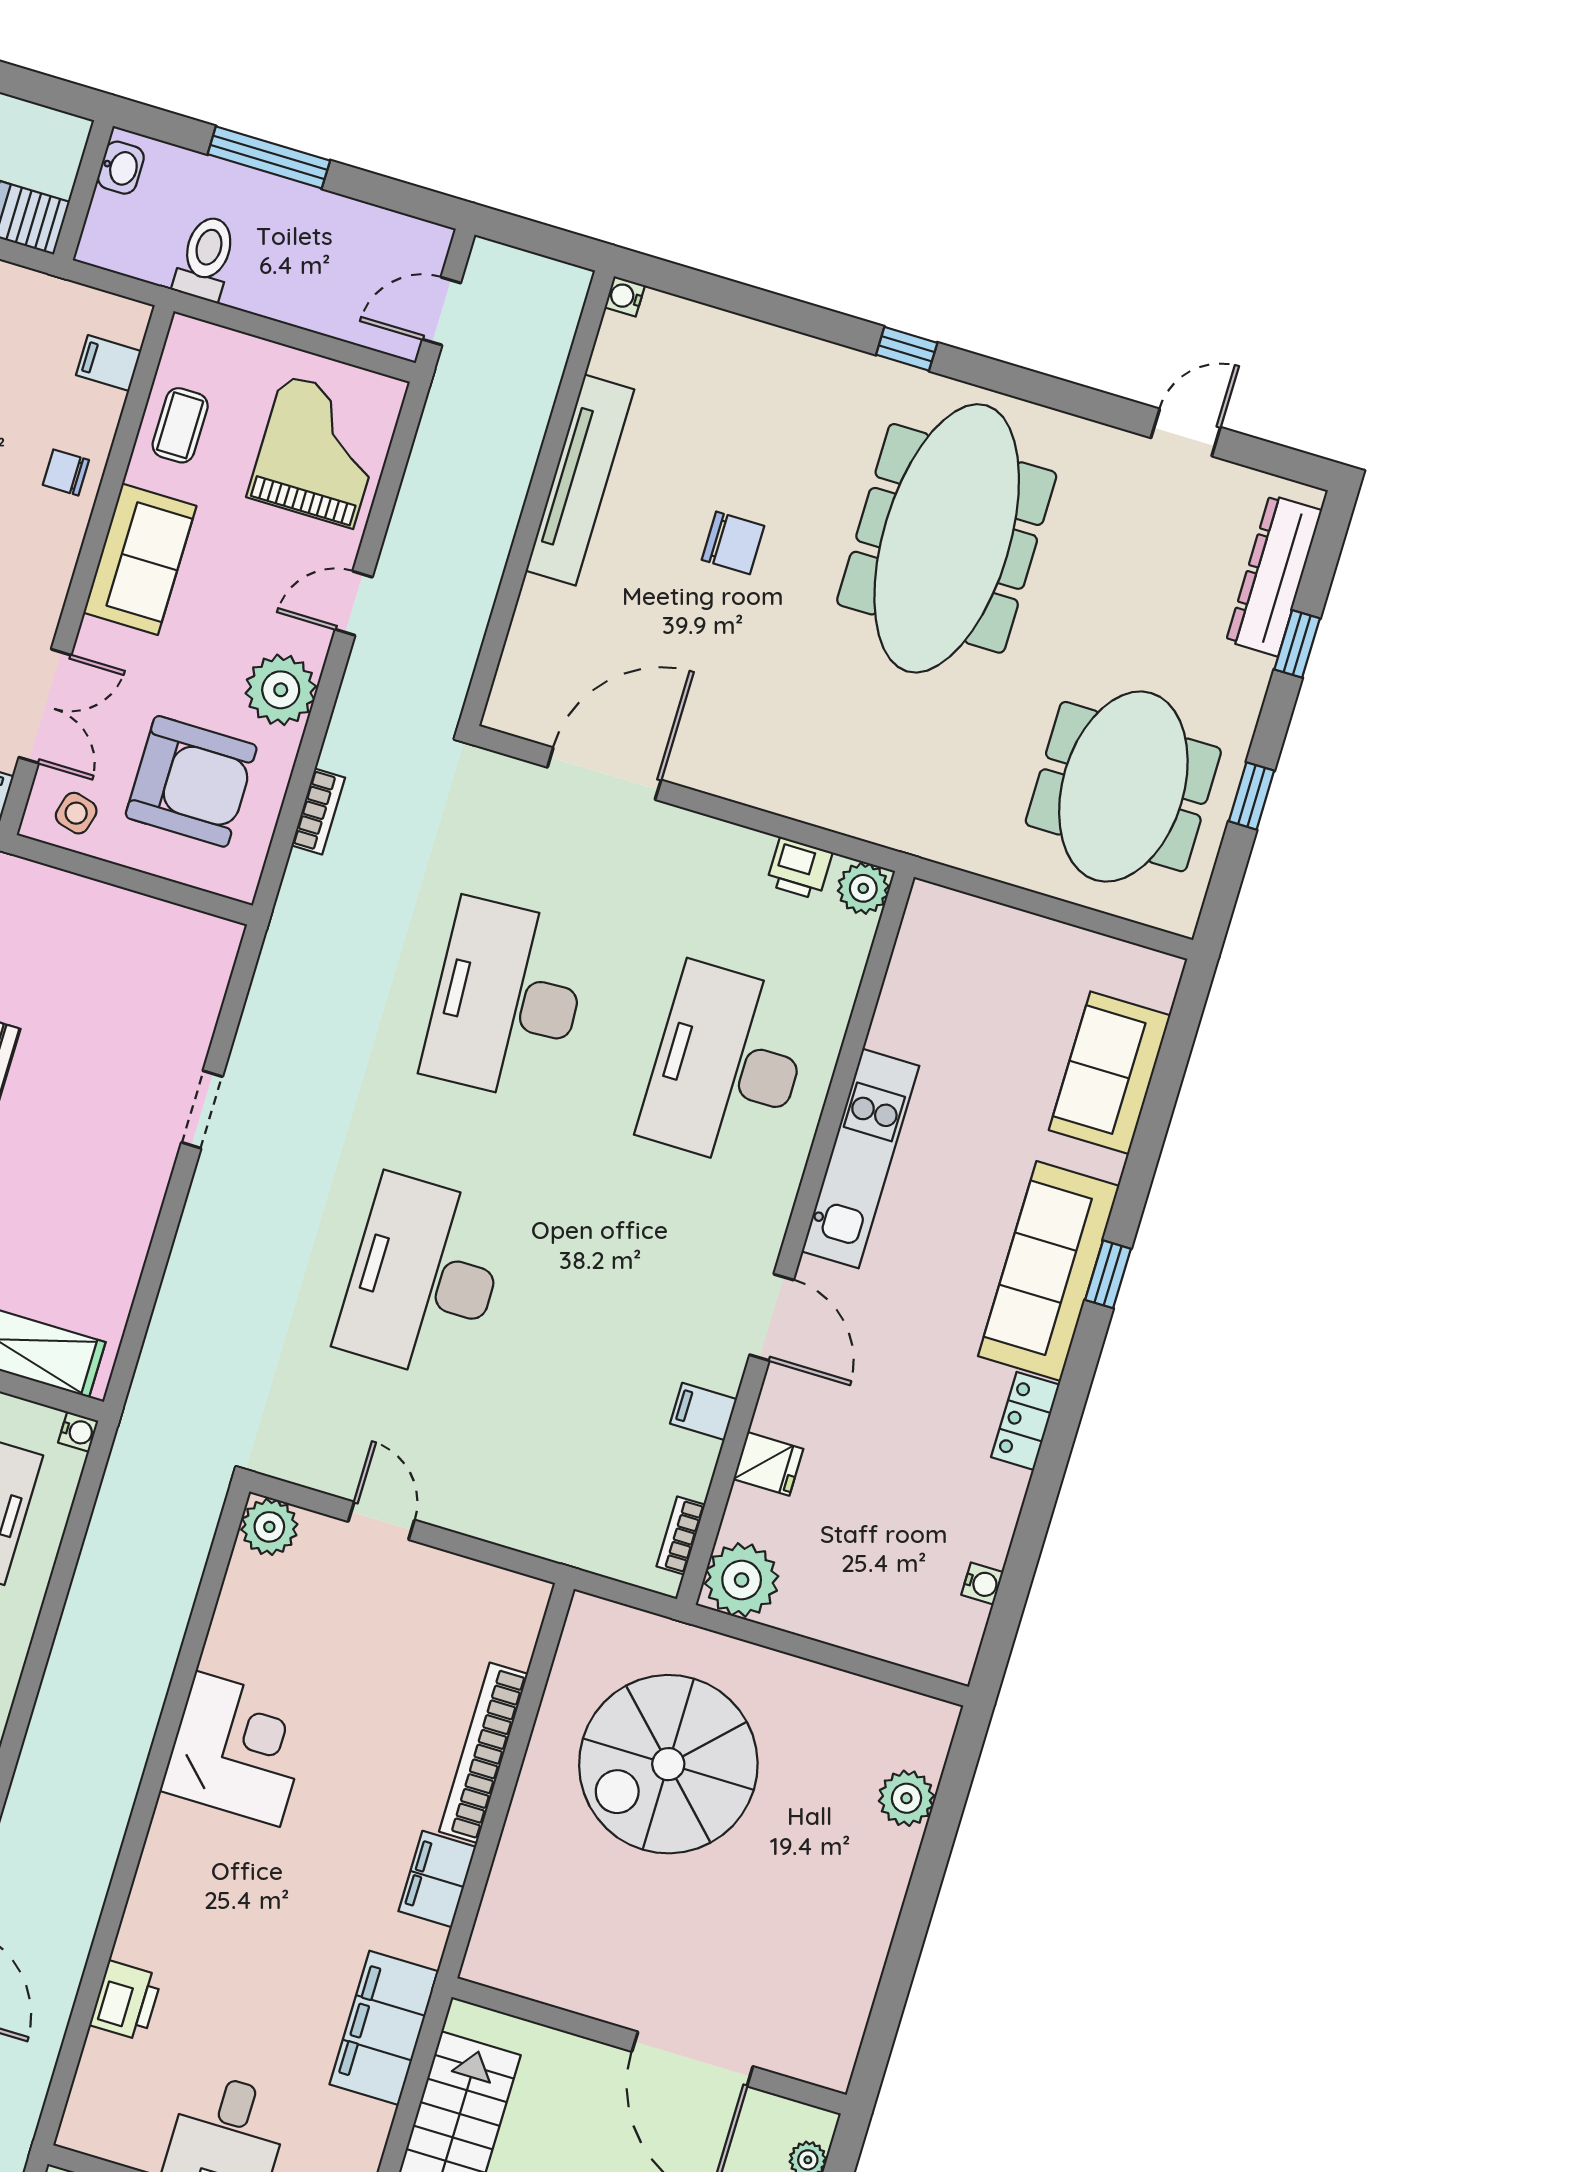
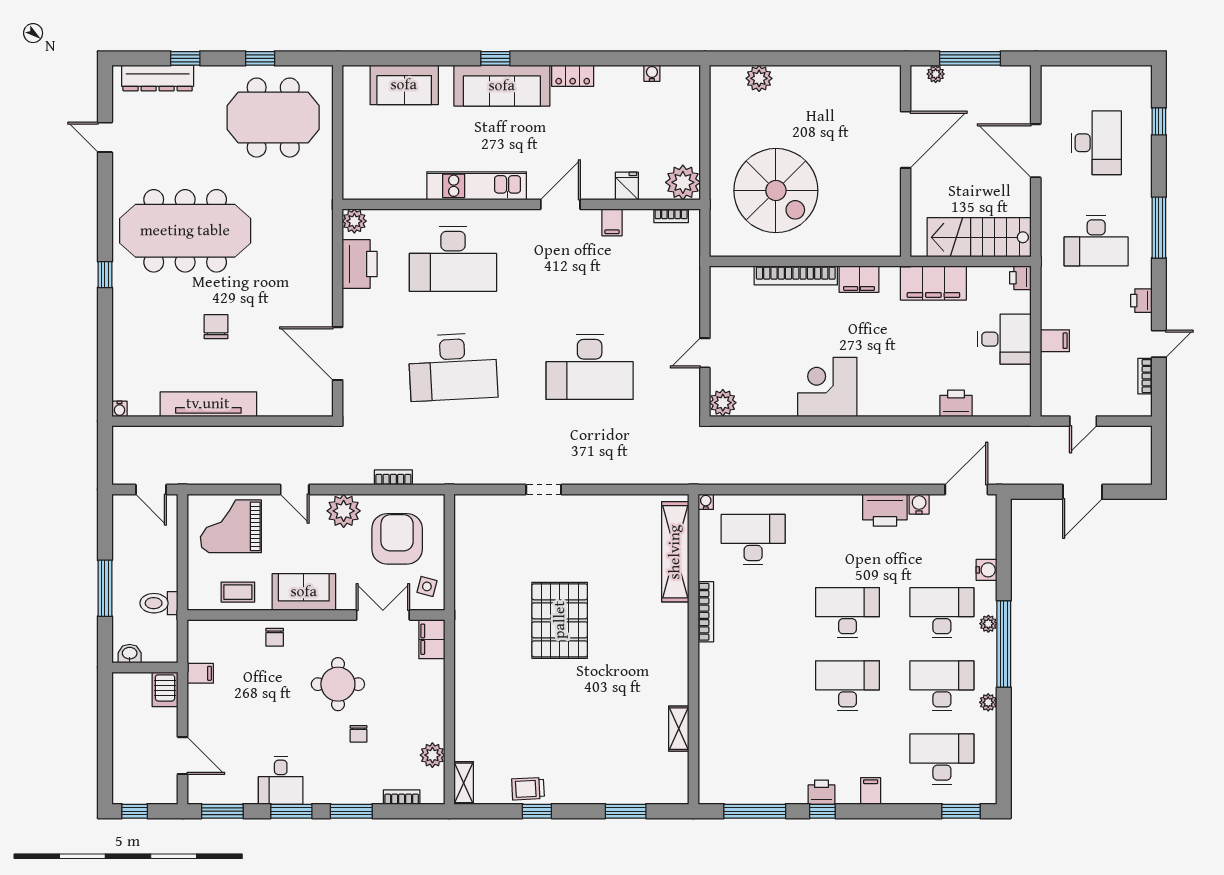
filing cabinet: (109, 363) -> (200, 673), moved, turned -90
printer: (799, 868) -> (360, 264), width x1.87, depth x1.48

